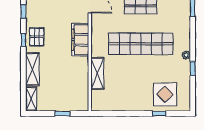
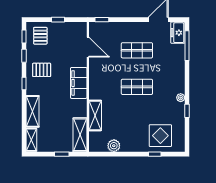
pallet: (37, 37) -> (42, 70), moved, turned 90
shop shelf: (141, 44) -> (137, 87), width x0.50, depth x0.74
shelving: (82, 94) -> (80, 135), added
plant: (117, 105) -> (114, 146), added

